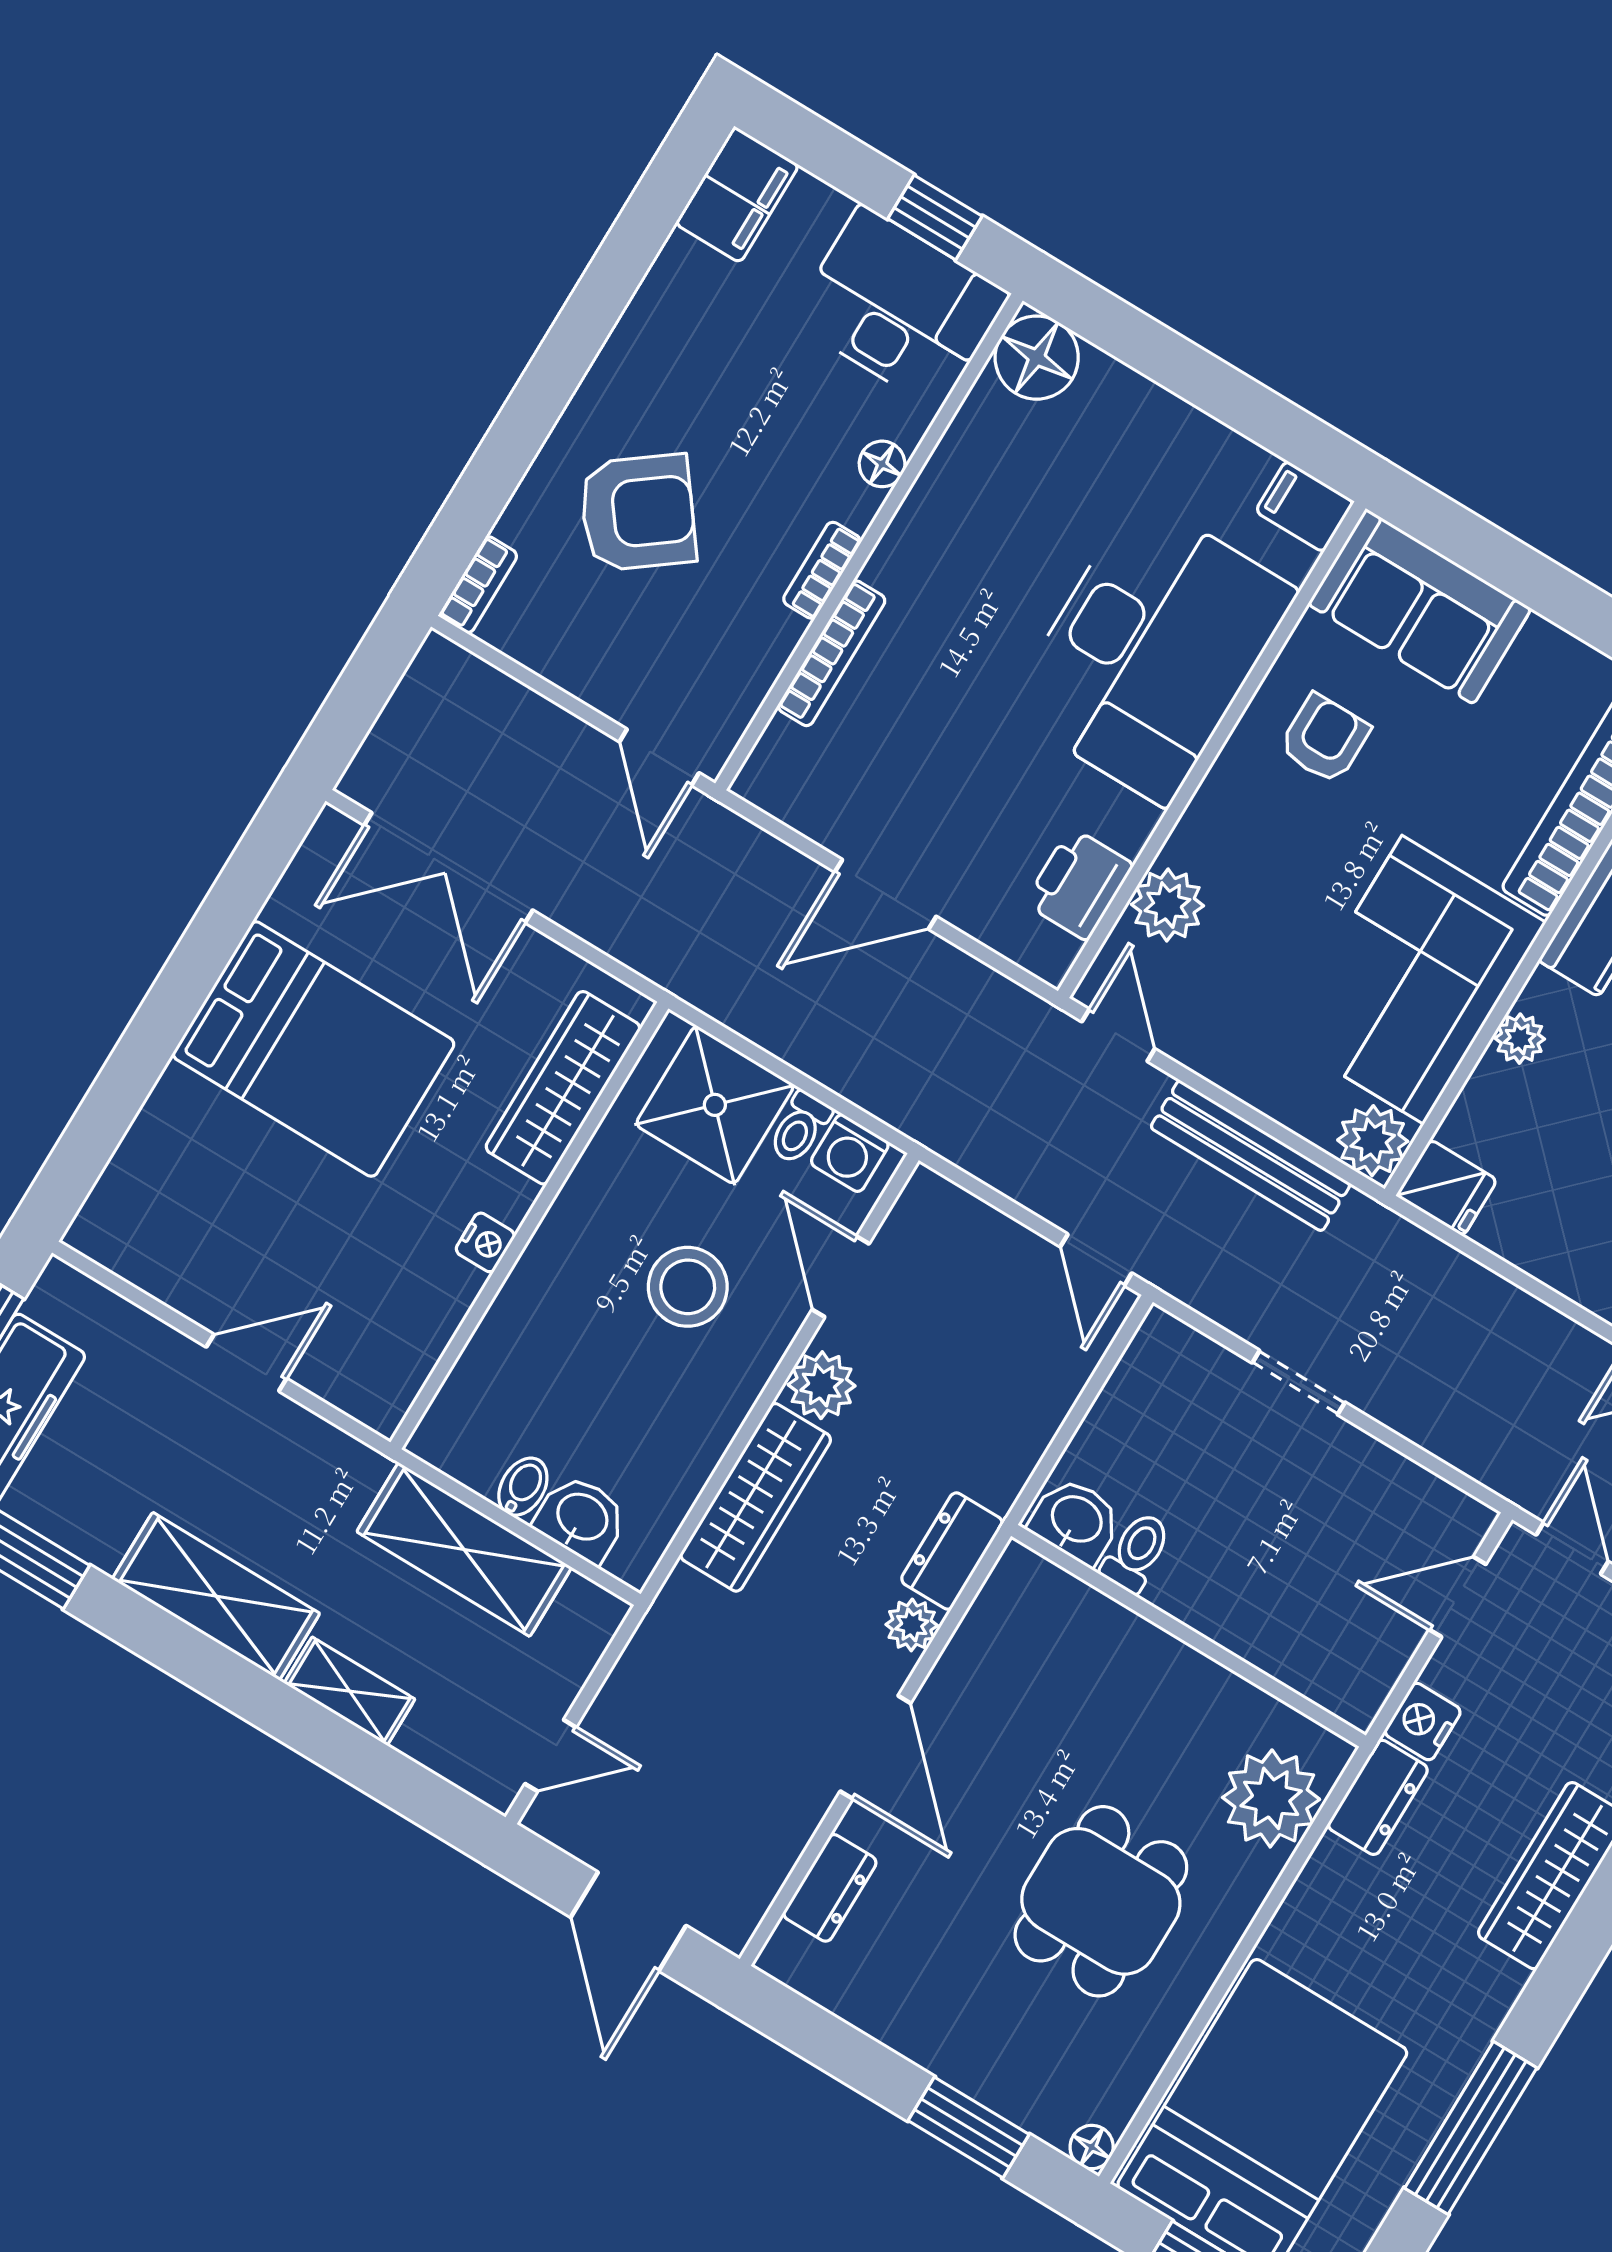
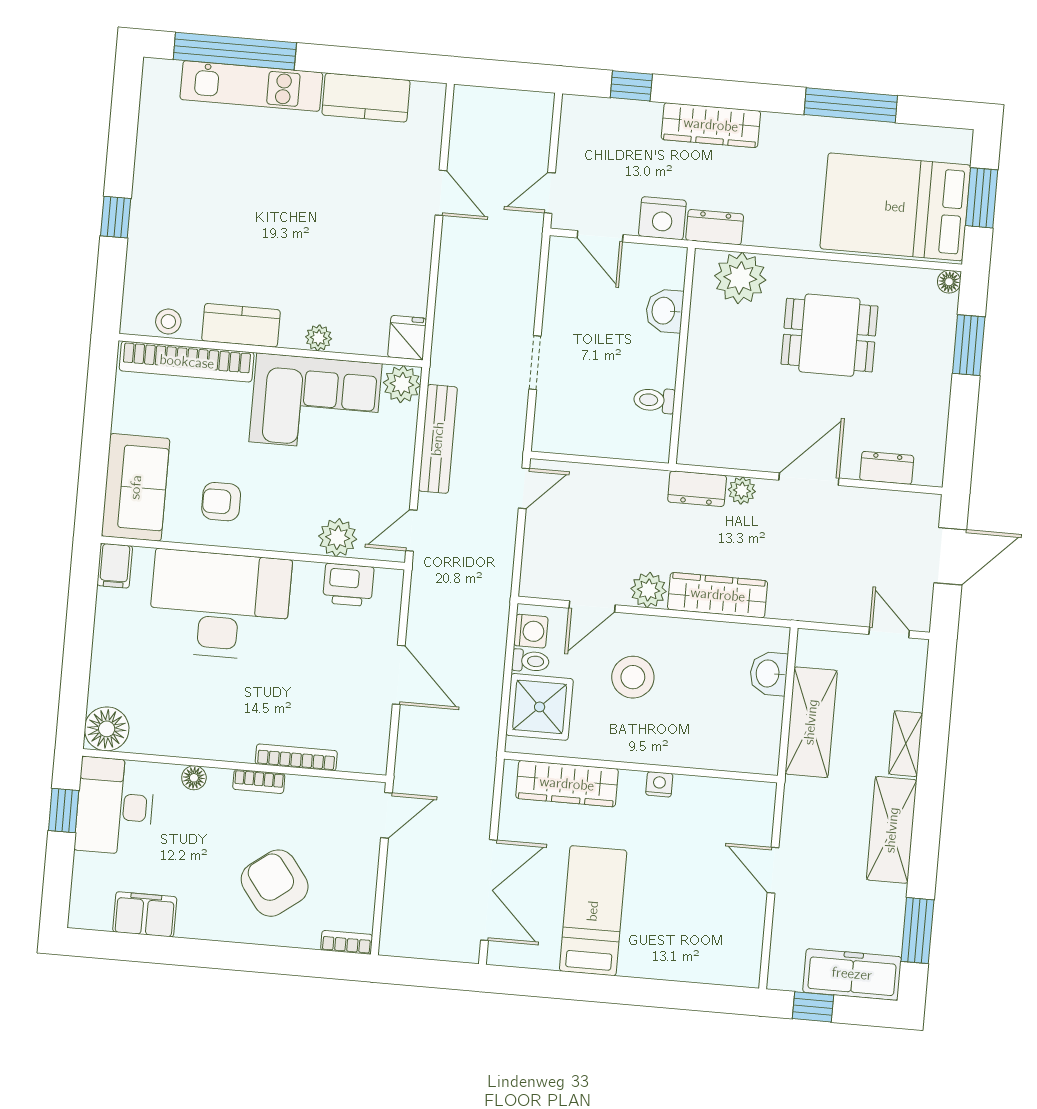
filing cabinet: (737, 195) -> (145, 914), moved
bed: (314, 1049) -> (593, 911), width x0.67
bidet: (523, 1487) -> (767, 709), removed
washbasin: (1076, 1521) -> (664, 311), moved
nightstand: (1423, 1722) -> (662, 218), width x1.36, depth x1.33

